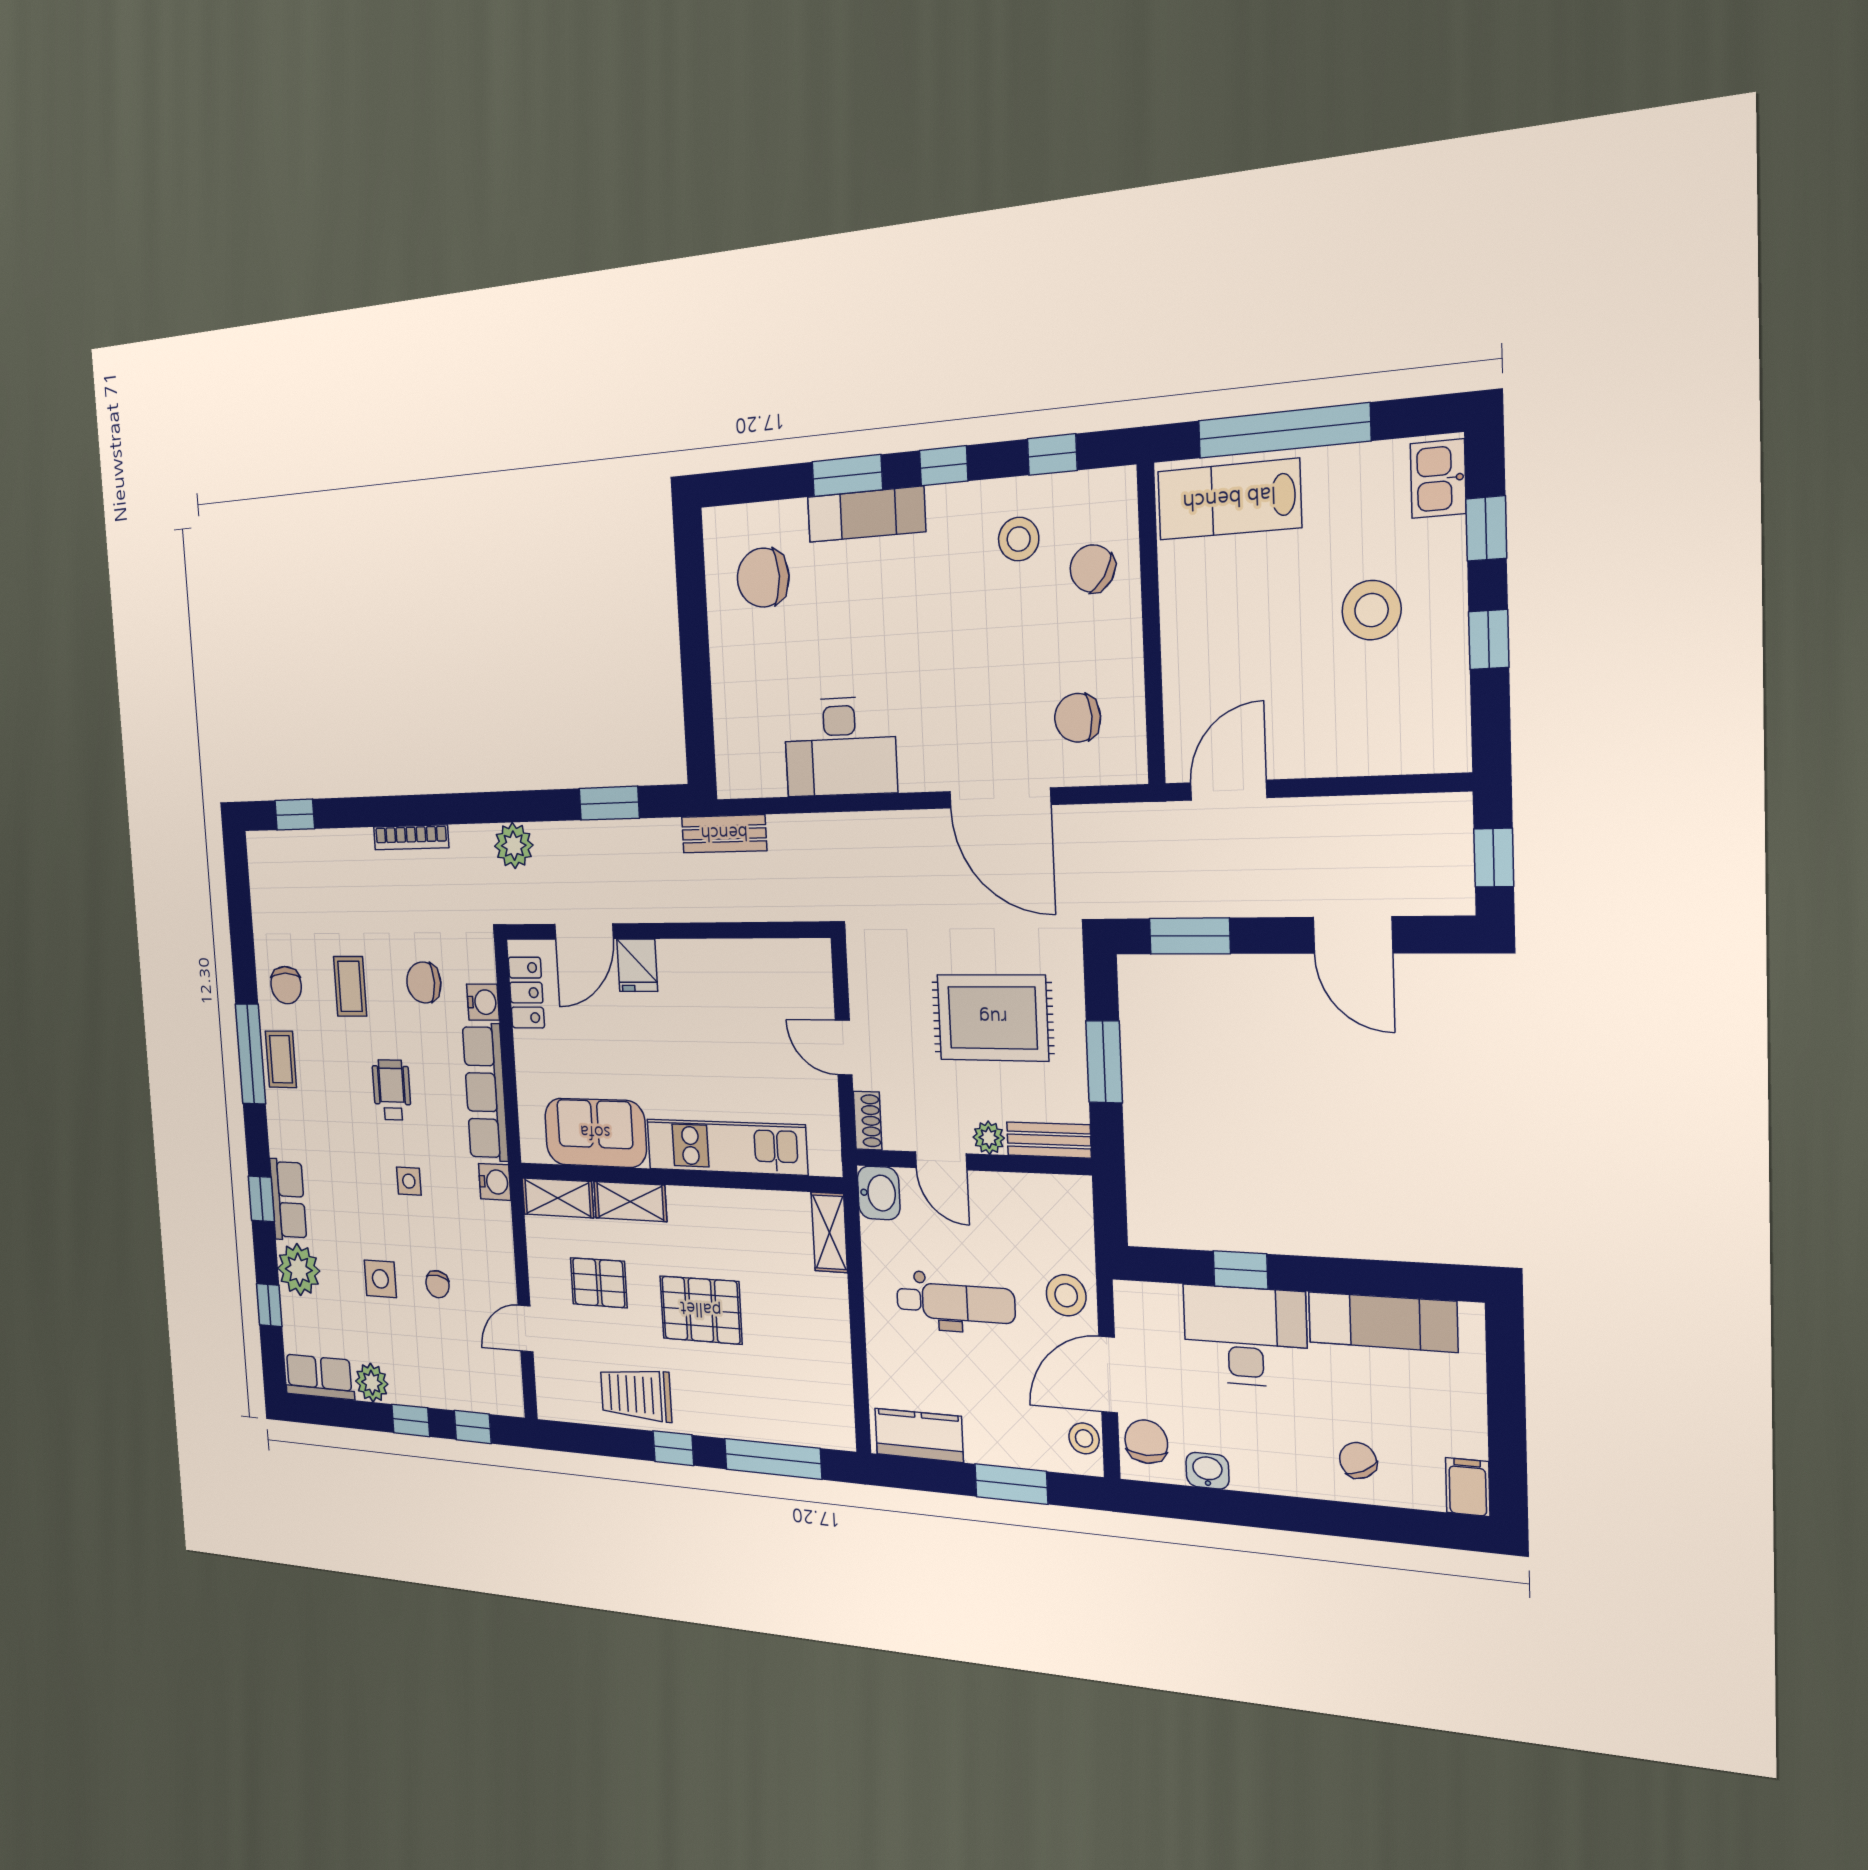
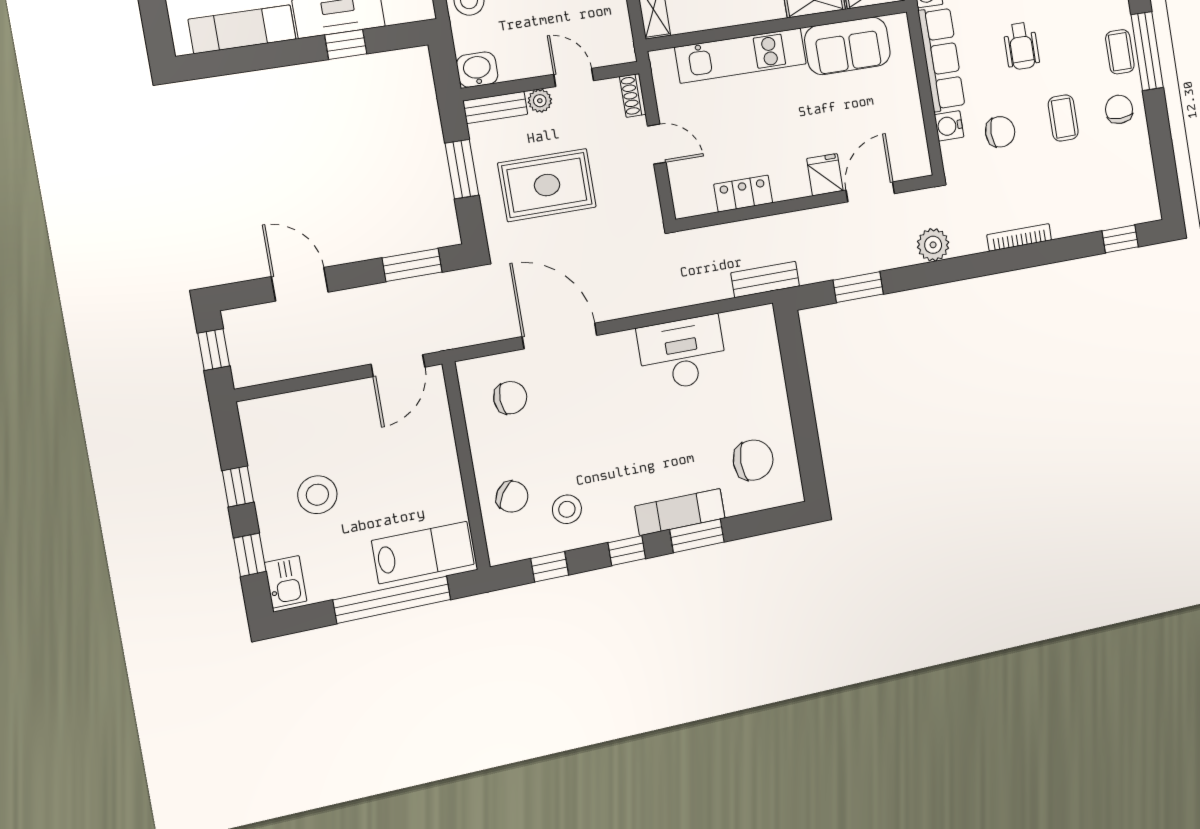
locker: (526, 993) -> (743, 194), moved, turned 90
washbasin: (879, 1193) -> (477, 70), moved, turned 90

